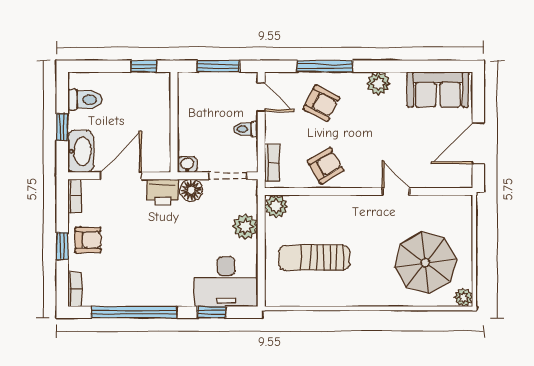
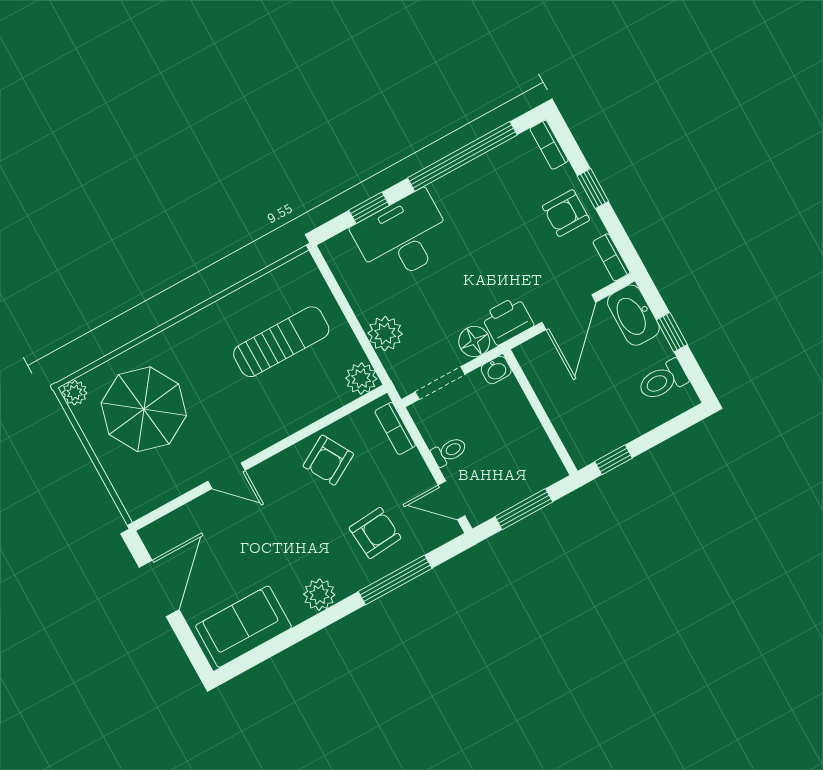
armchair: (321, 103) -> (375, 533), turned 148
desk: (226, 282) -> (403, 237), moved

